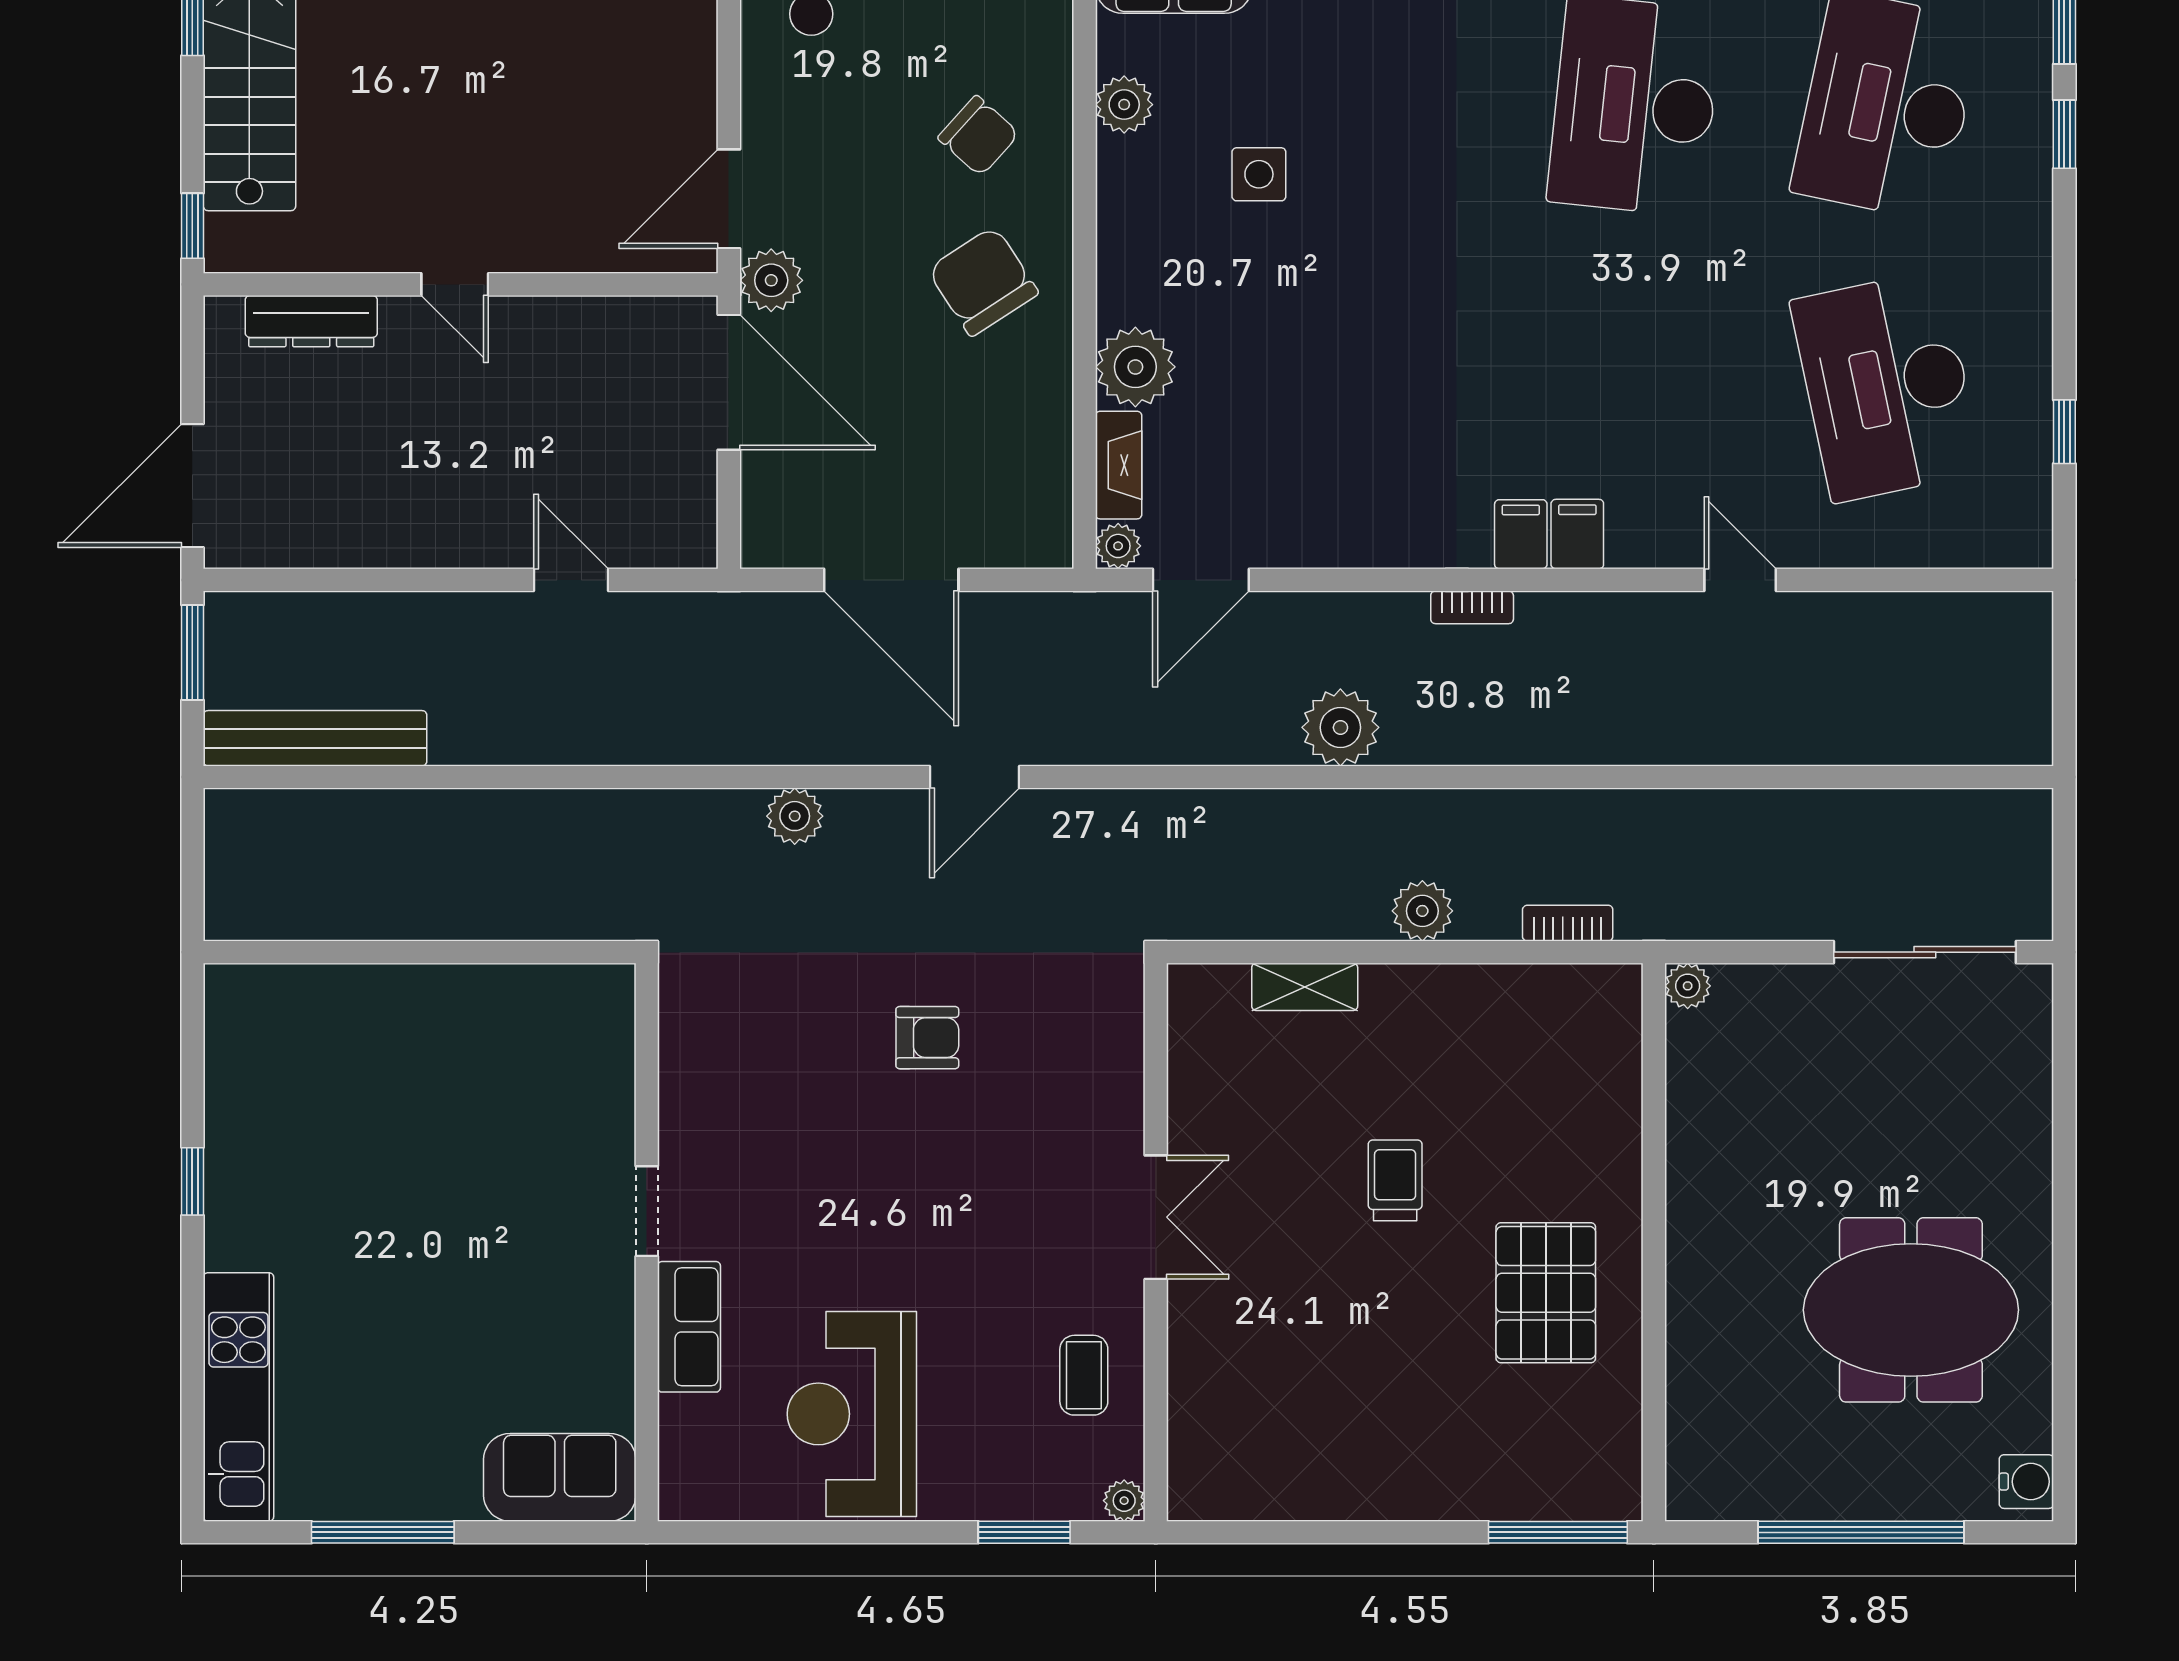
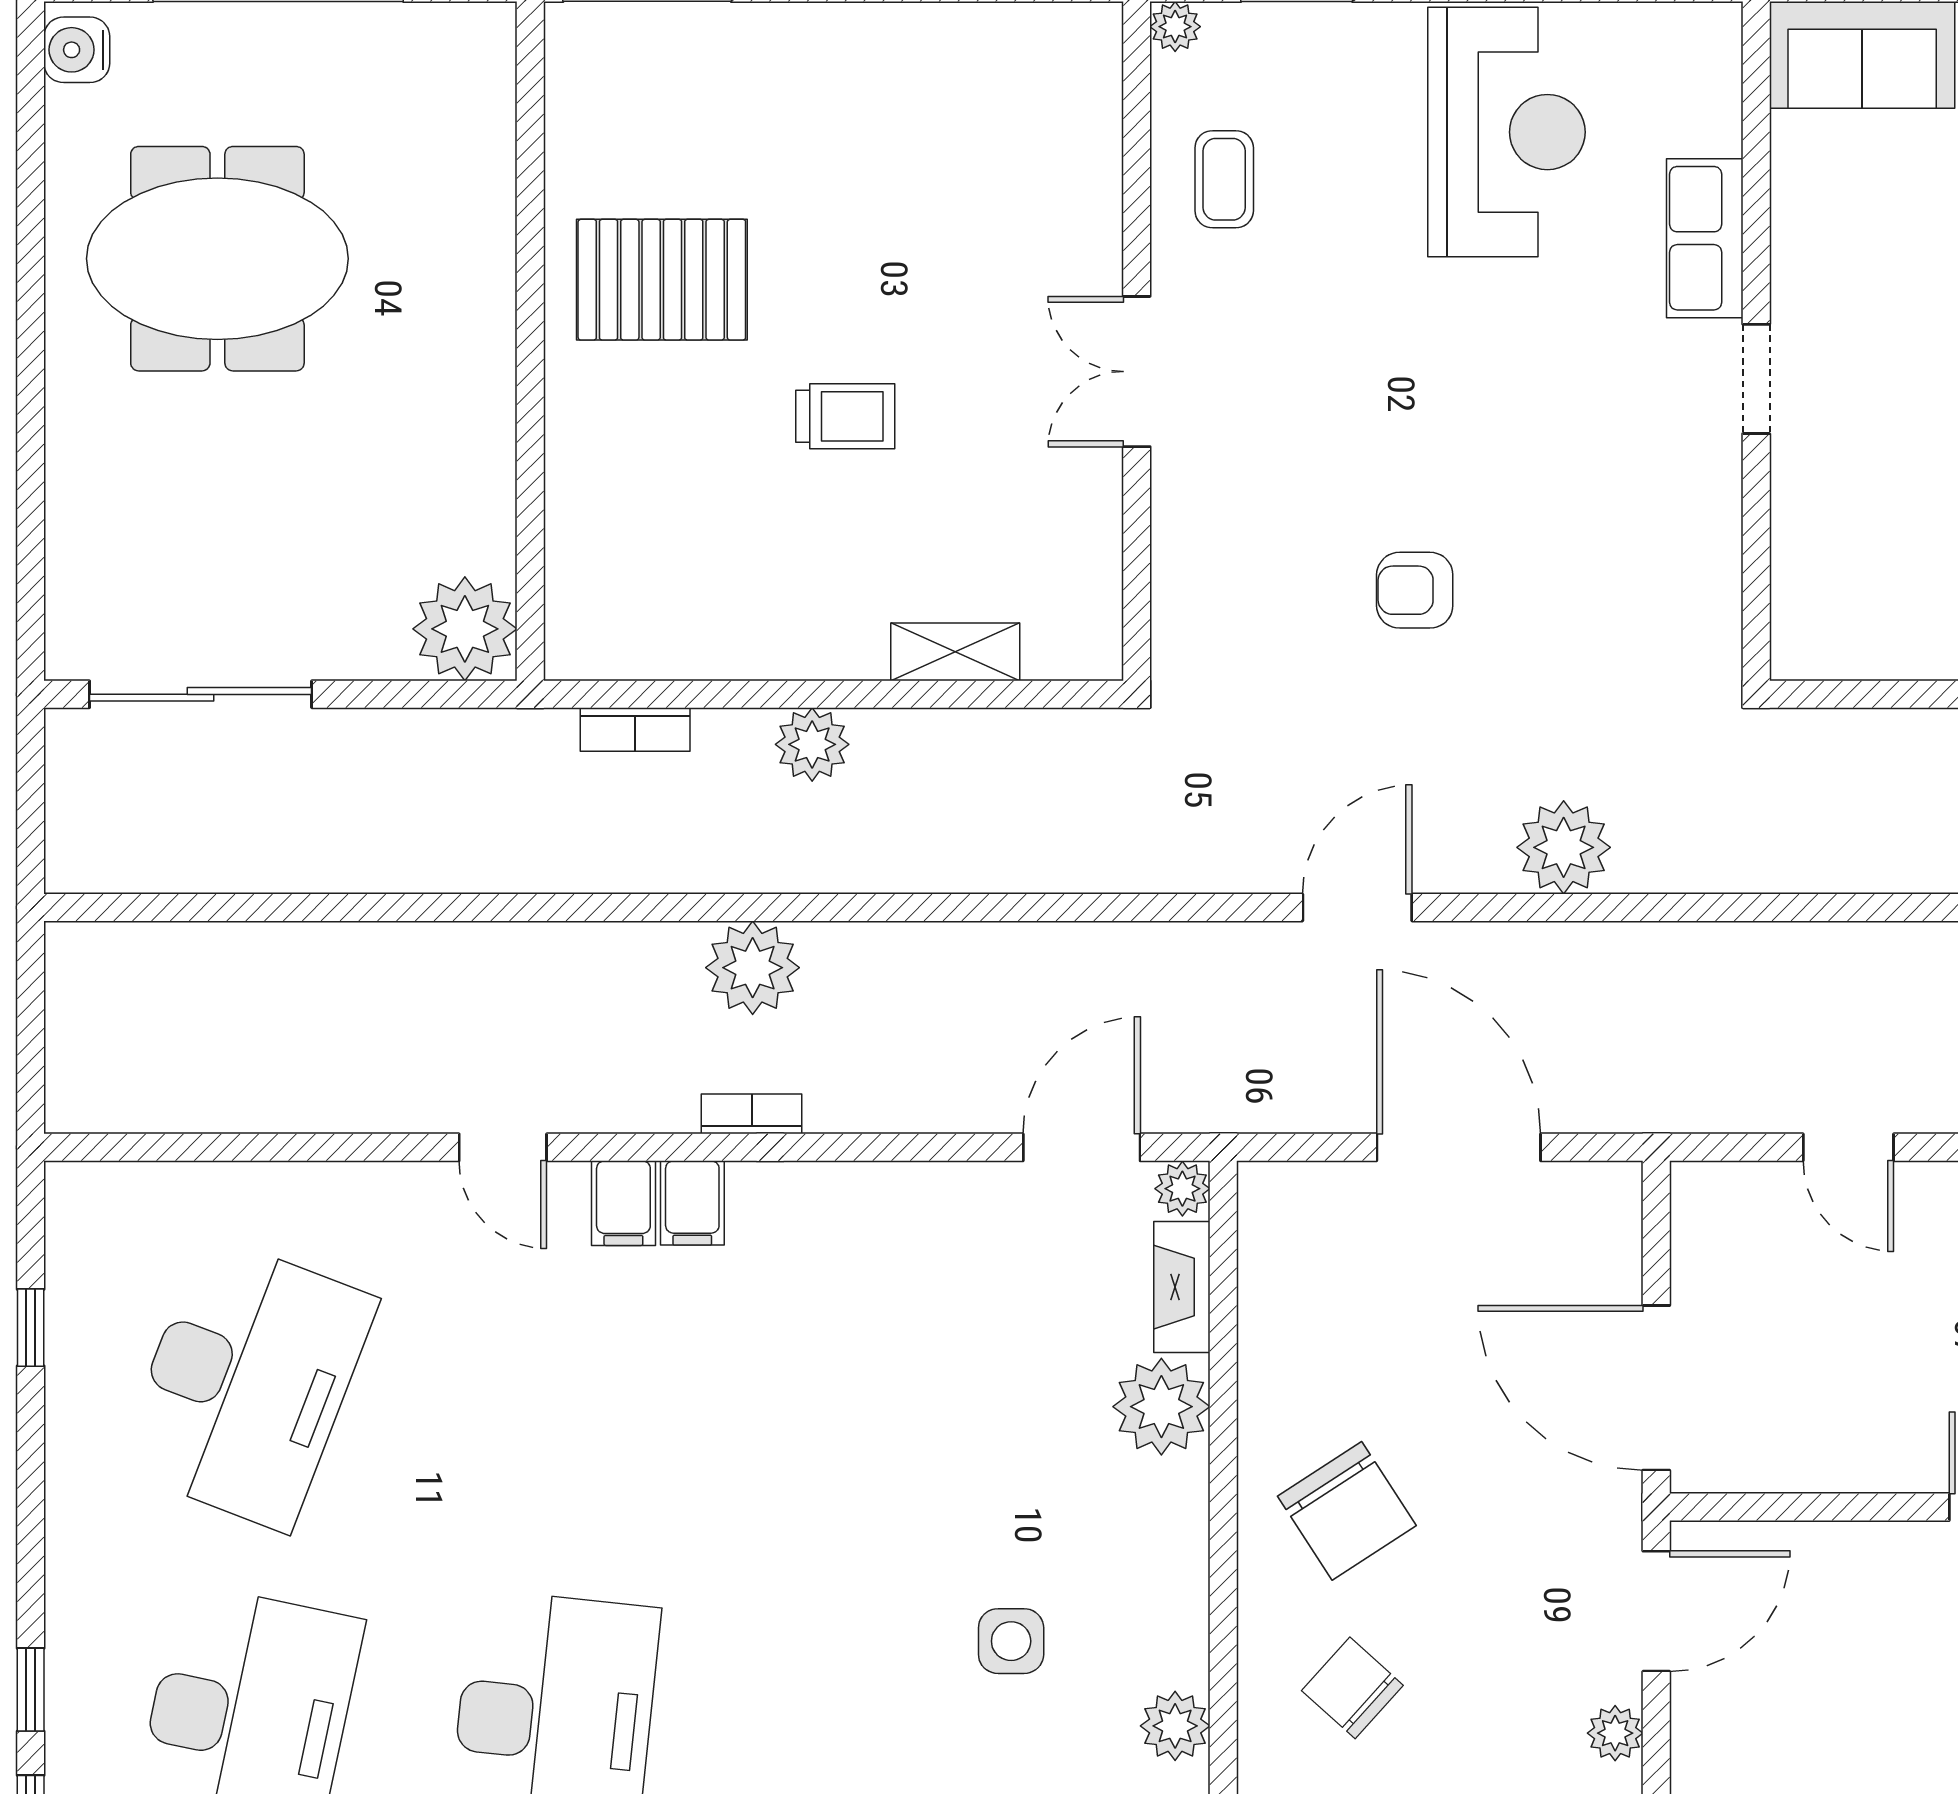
plant: (771, 280) -> (1615, 1733), moved, width x0.73, depth x0.73
desk: (1887, 386) -> (247, 1383), turned 33
door: (1740, 580) -> (503, 1147), moved
plant: (1340, 727) -> (753, 968), moved
plant: (795, 816) -> (1564, 847), width x1.36, depth x1.36
plant: (1688, 986) -> (465, 629), width x1.87, depth x1.87
trolley: (1395, 1180) -> (845, 416), turned -90
pallet: (1546, 1293) -> (662, 280), turned 90

